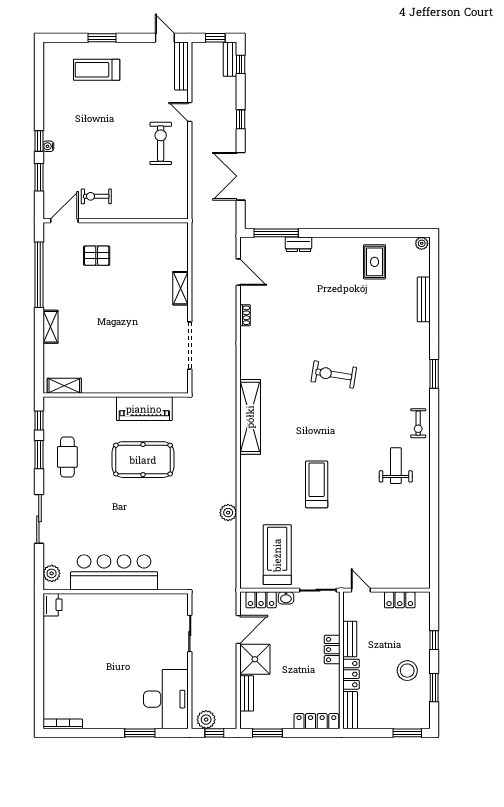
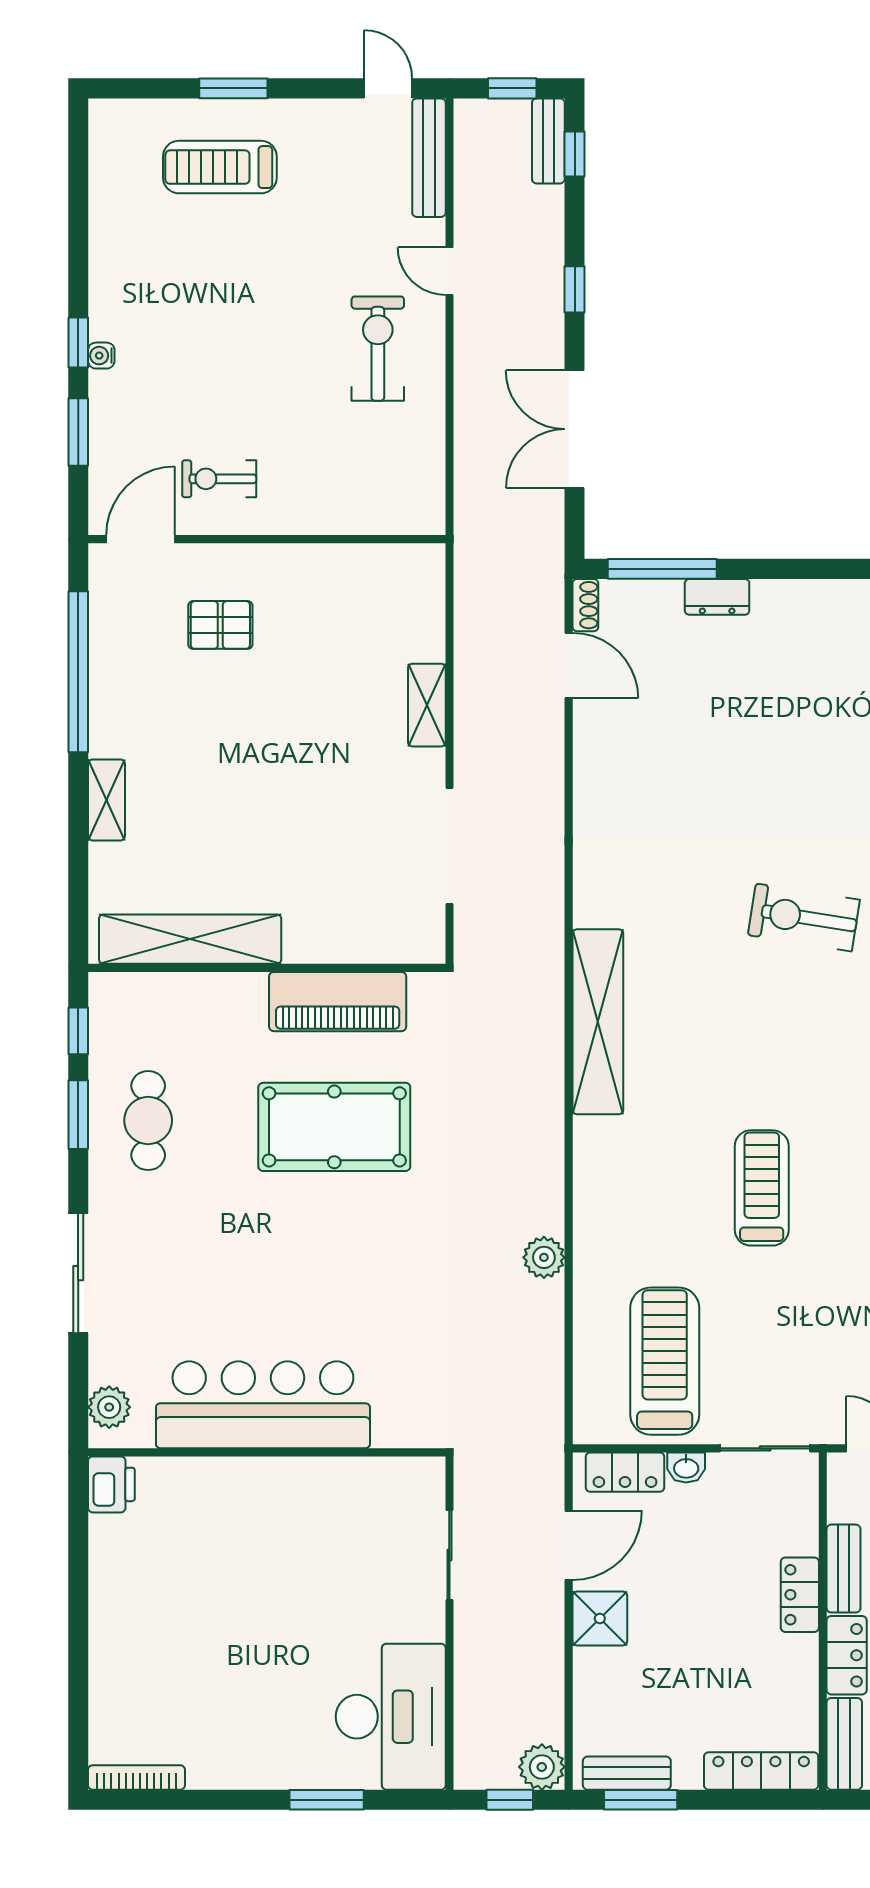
shoe rack: (245, 315) -> (585, 605), moved
shelving: (64, 386) -> (190, 939), width x2.20, depth x1.33
shower: (255, 659) -> (600, 1618), width x0.73, depth x0.73
bench: (247, 693) -> (627, 1773), moved, turned 90
plant: (206, 720) -> (542, 1767), moved

